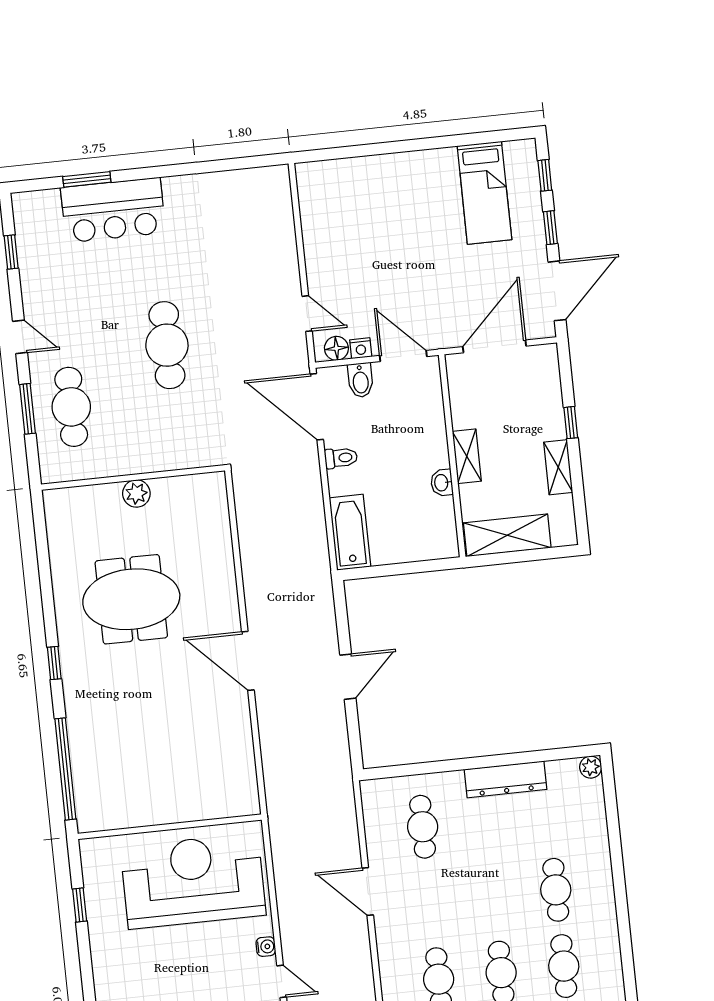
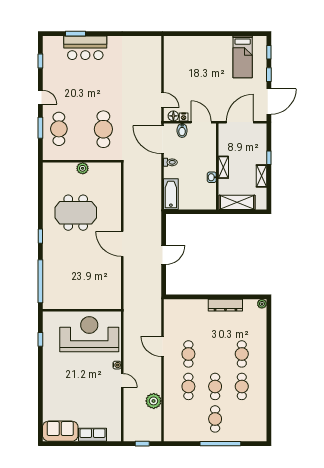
cafe table: (167, 345) -> (103, 129), moved
cafe table: (423, 827) -> (188, 354), moved

